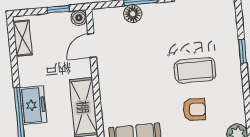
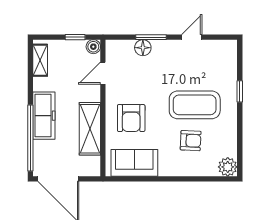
coffee table: (195, 70) -> (195, 105), width x1.36, depth x1.32
armchair: (127, 91) -> (131, 118), added
freezer: (33, 105) -> (44, 116), width x1.40

